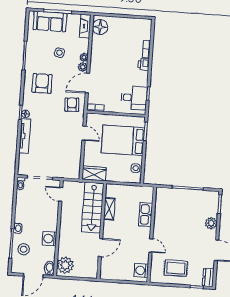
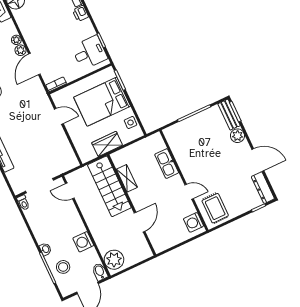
armchair: (72, 105) -> (31, 94), removed
wardrobe: (94, 173) -> (107, 144), moved
bench: (214, 204) -> (229, 115), added
rug: (176, 268) -> (215, 208), moved, turned 90
dresser: (208, 277) -> (263, 188), width x1.44

